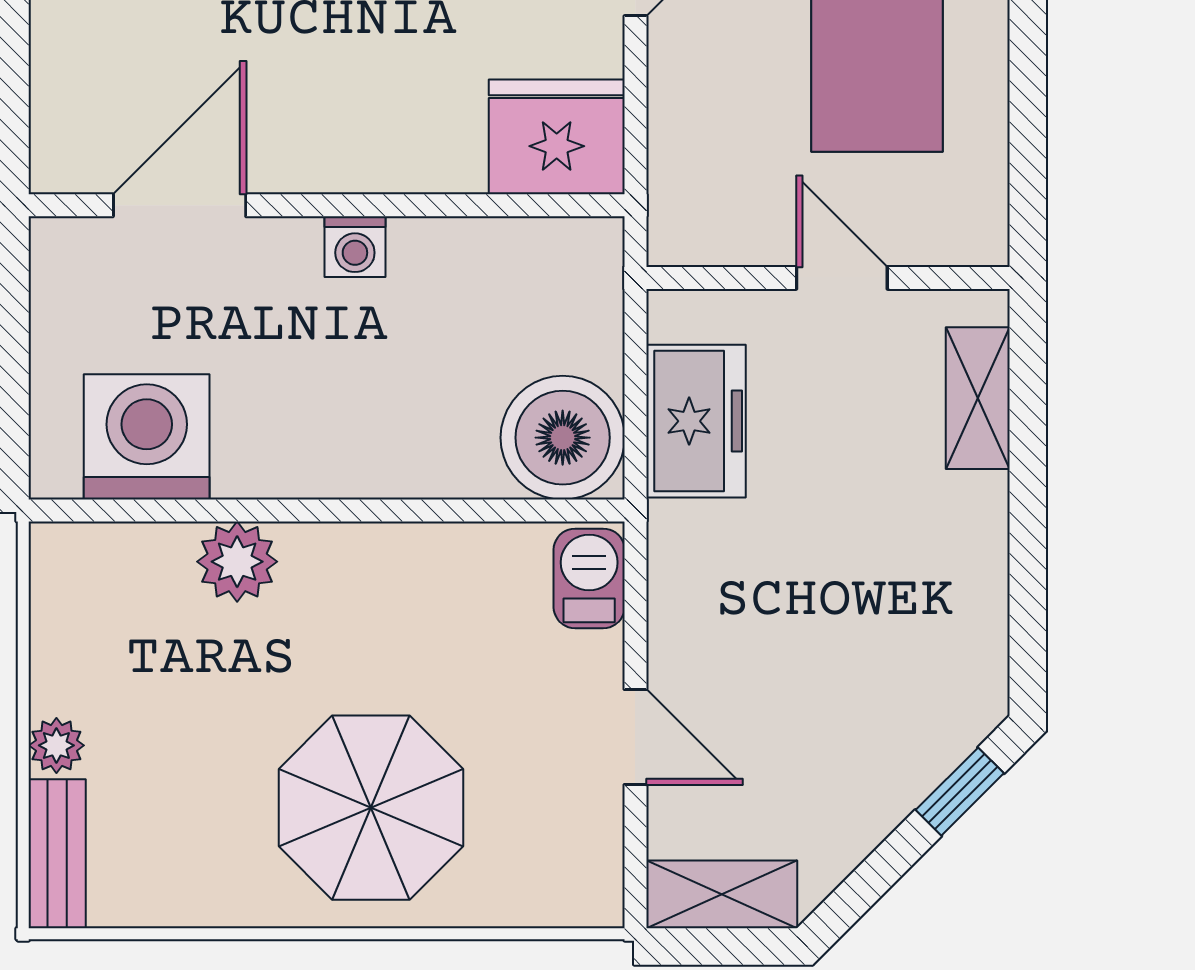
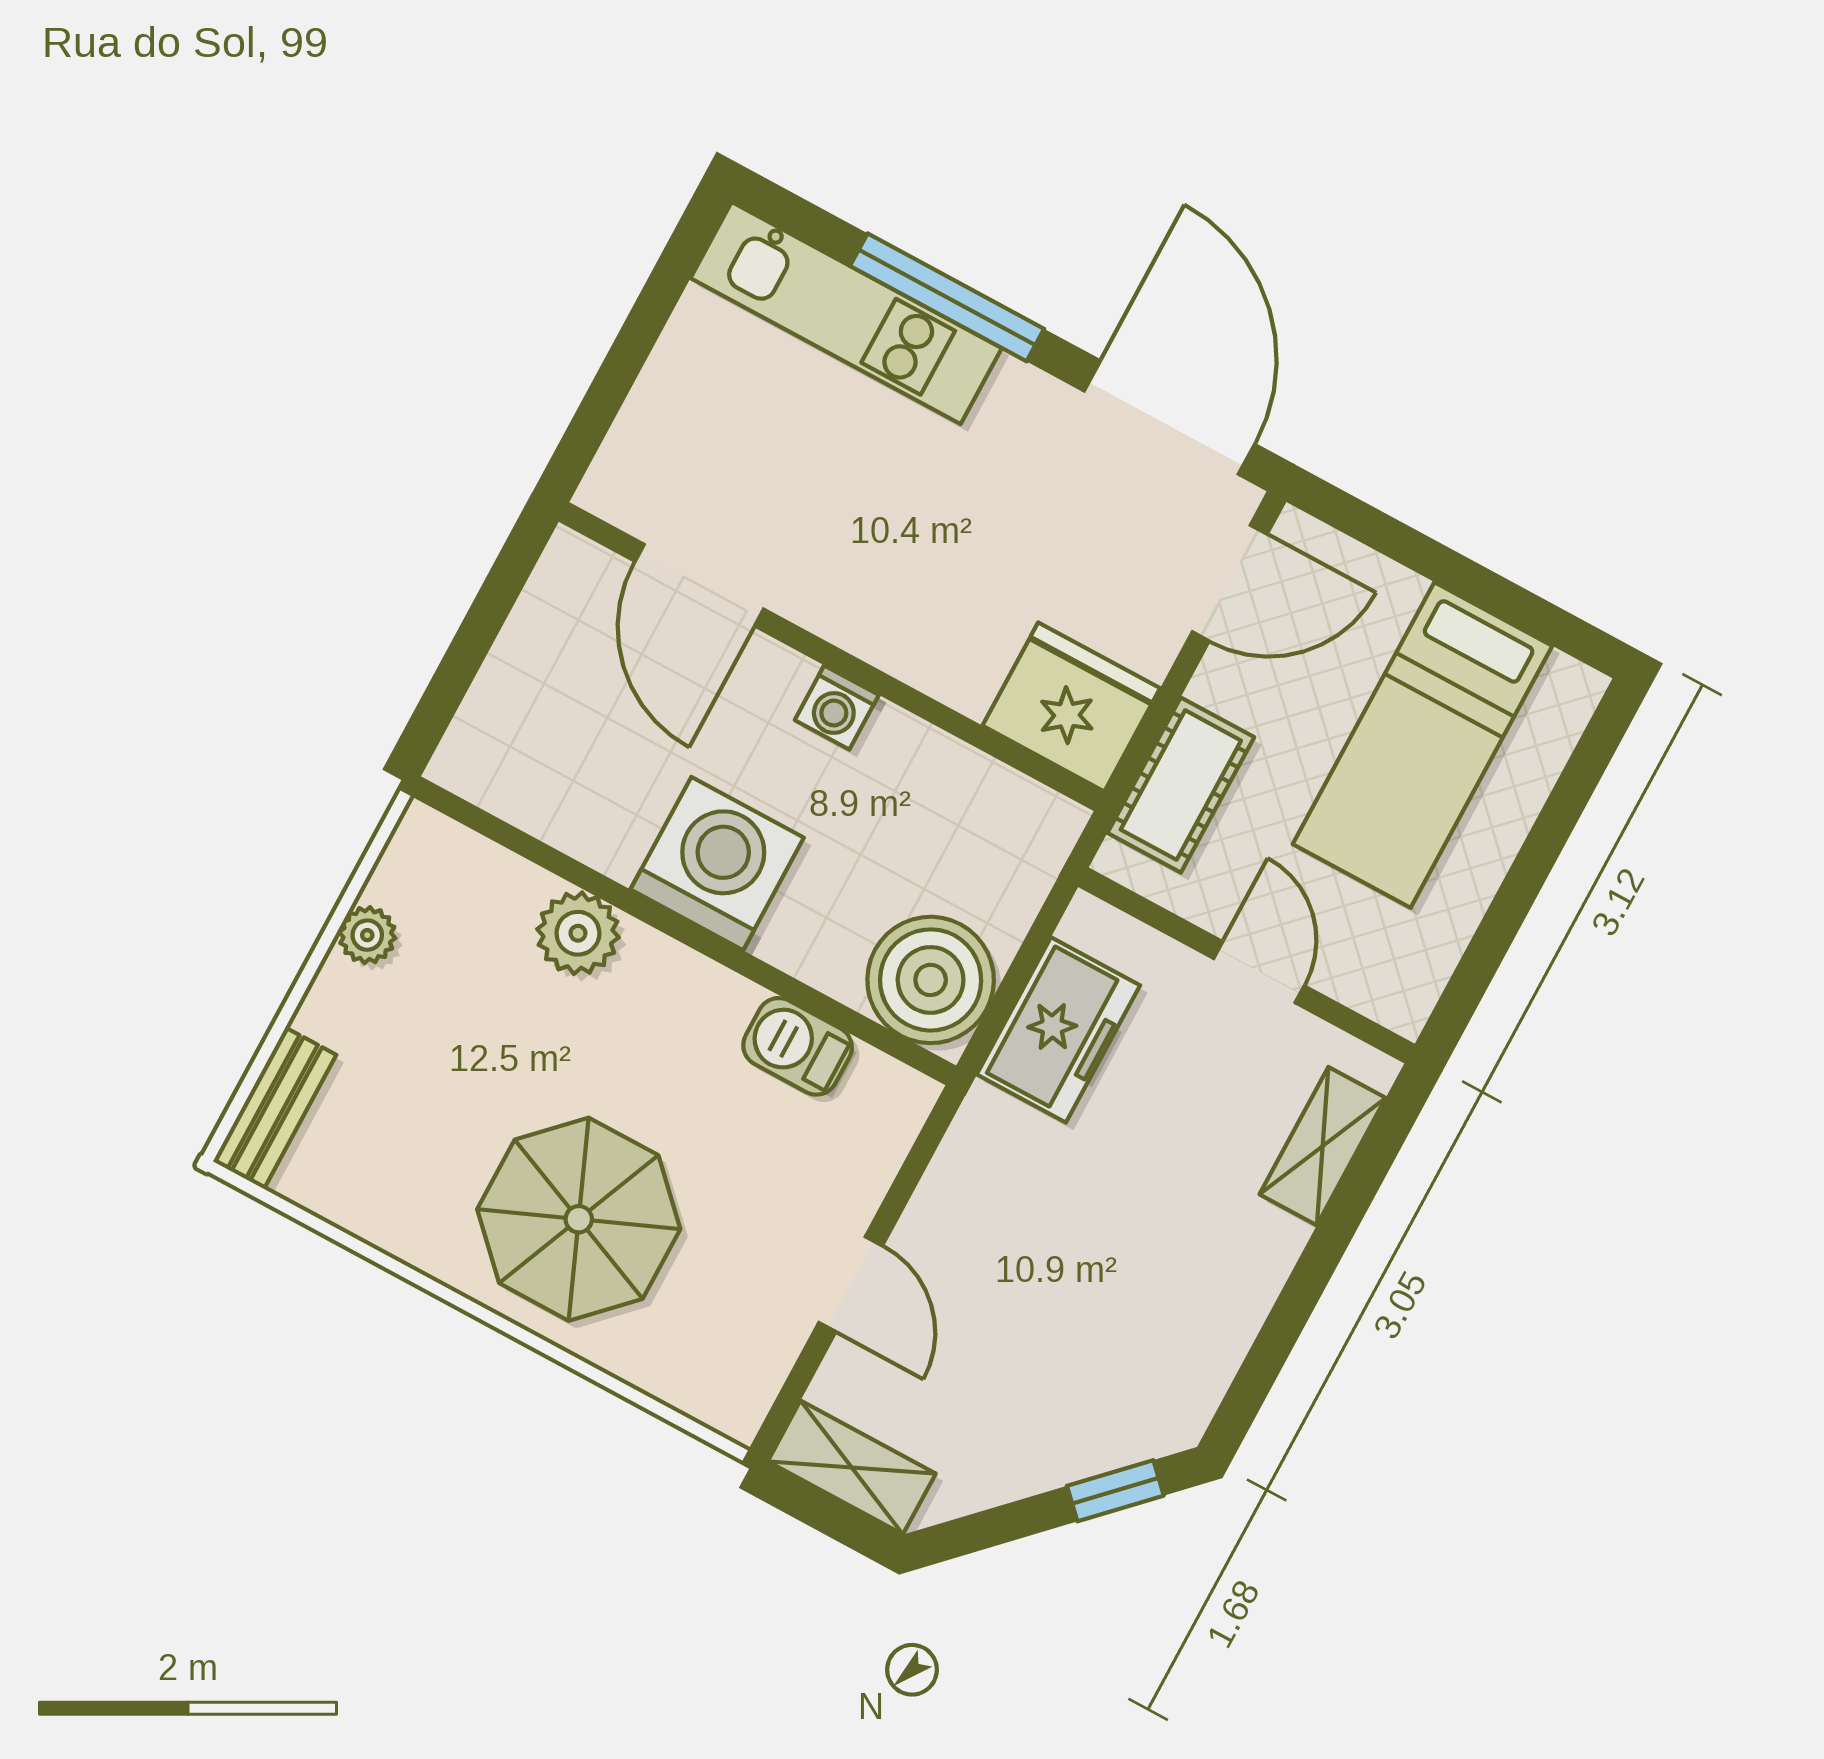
cot: (687, 153) -> (1181, 785), added
door: (180, 205) -> (699, 585), swing flipped
washing machine: (147, 437) -> (717, 864), moved
barbecue: (589, 578) -> (798, 1046), moved, turned -90
plant: (56, 745) -> (367, 935), moved

